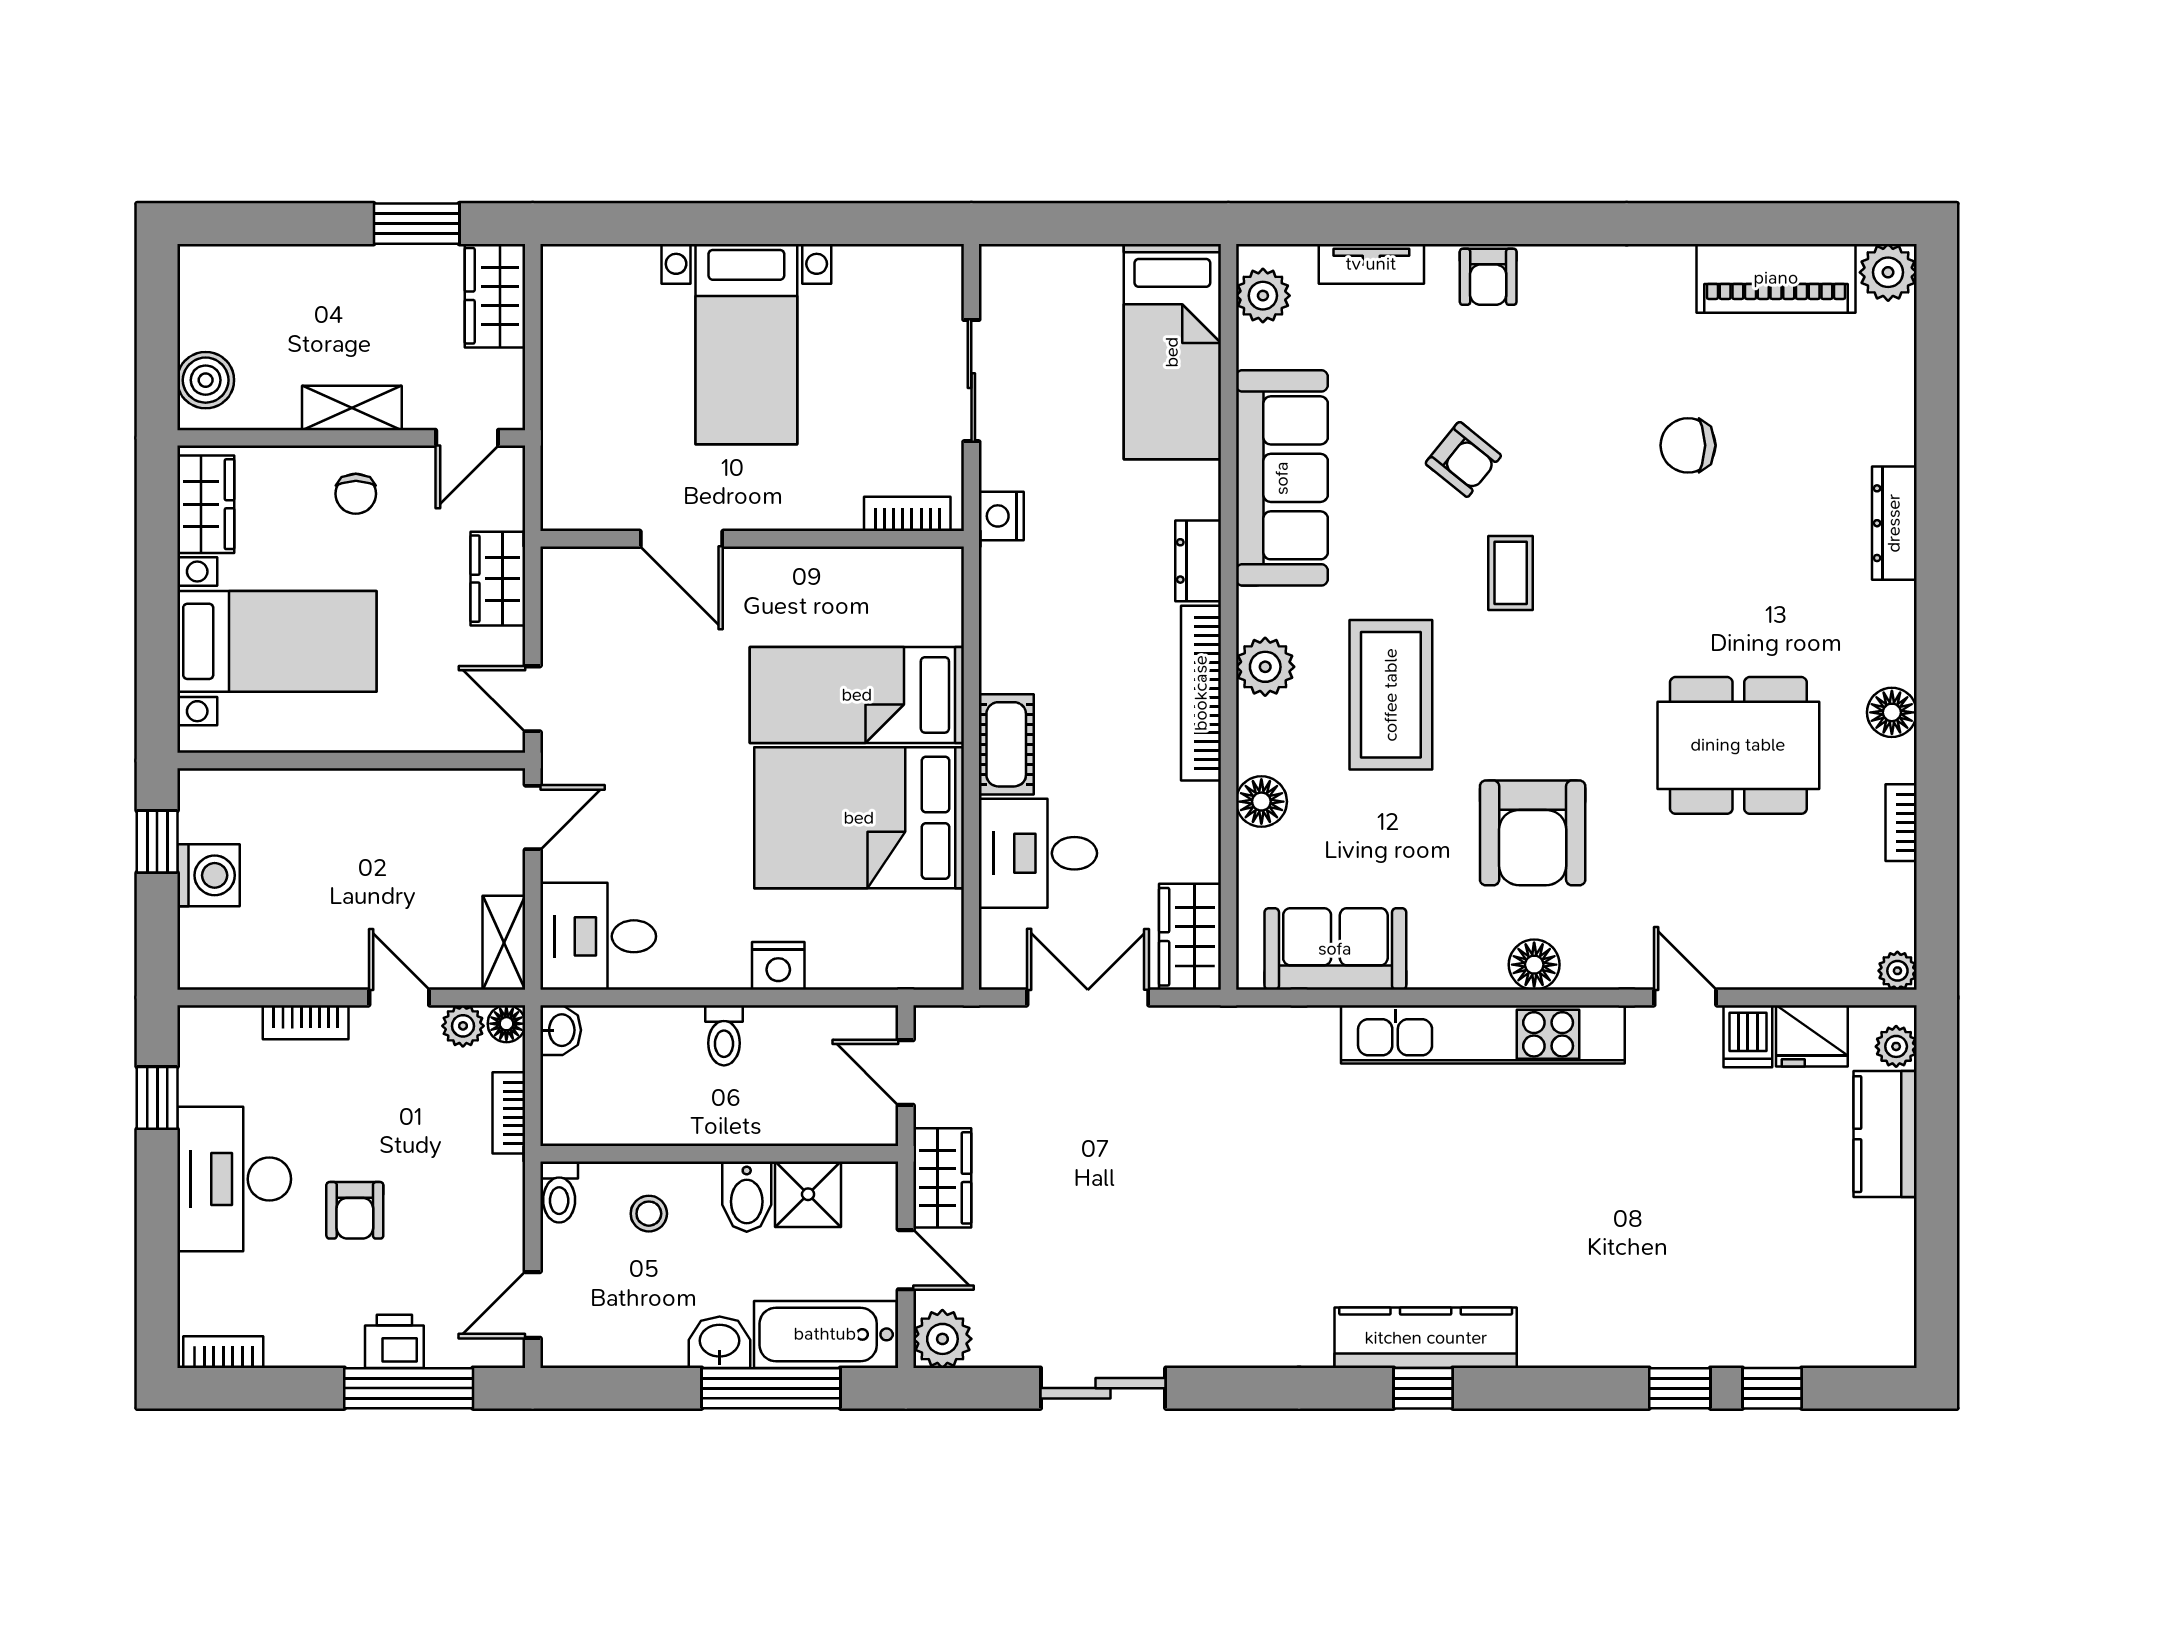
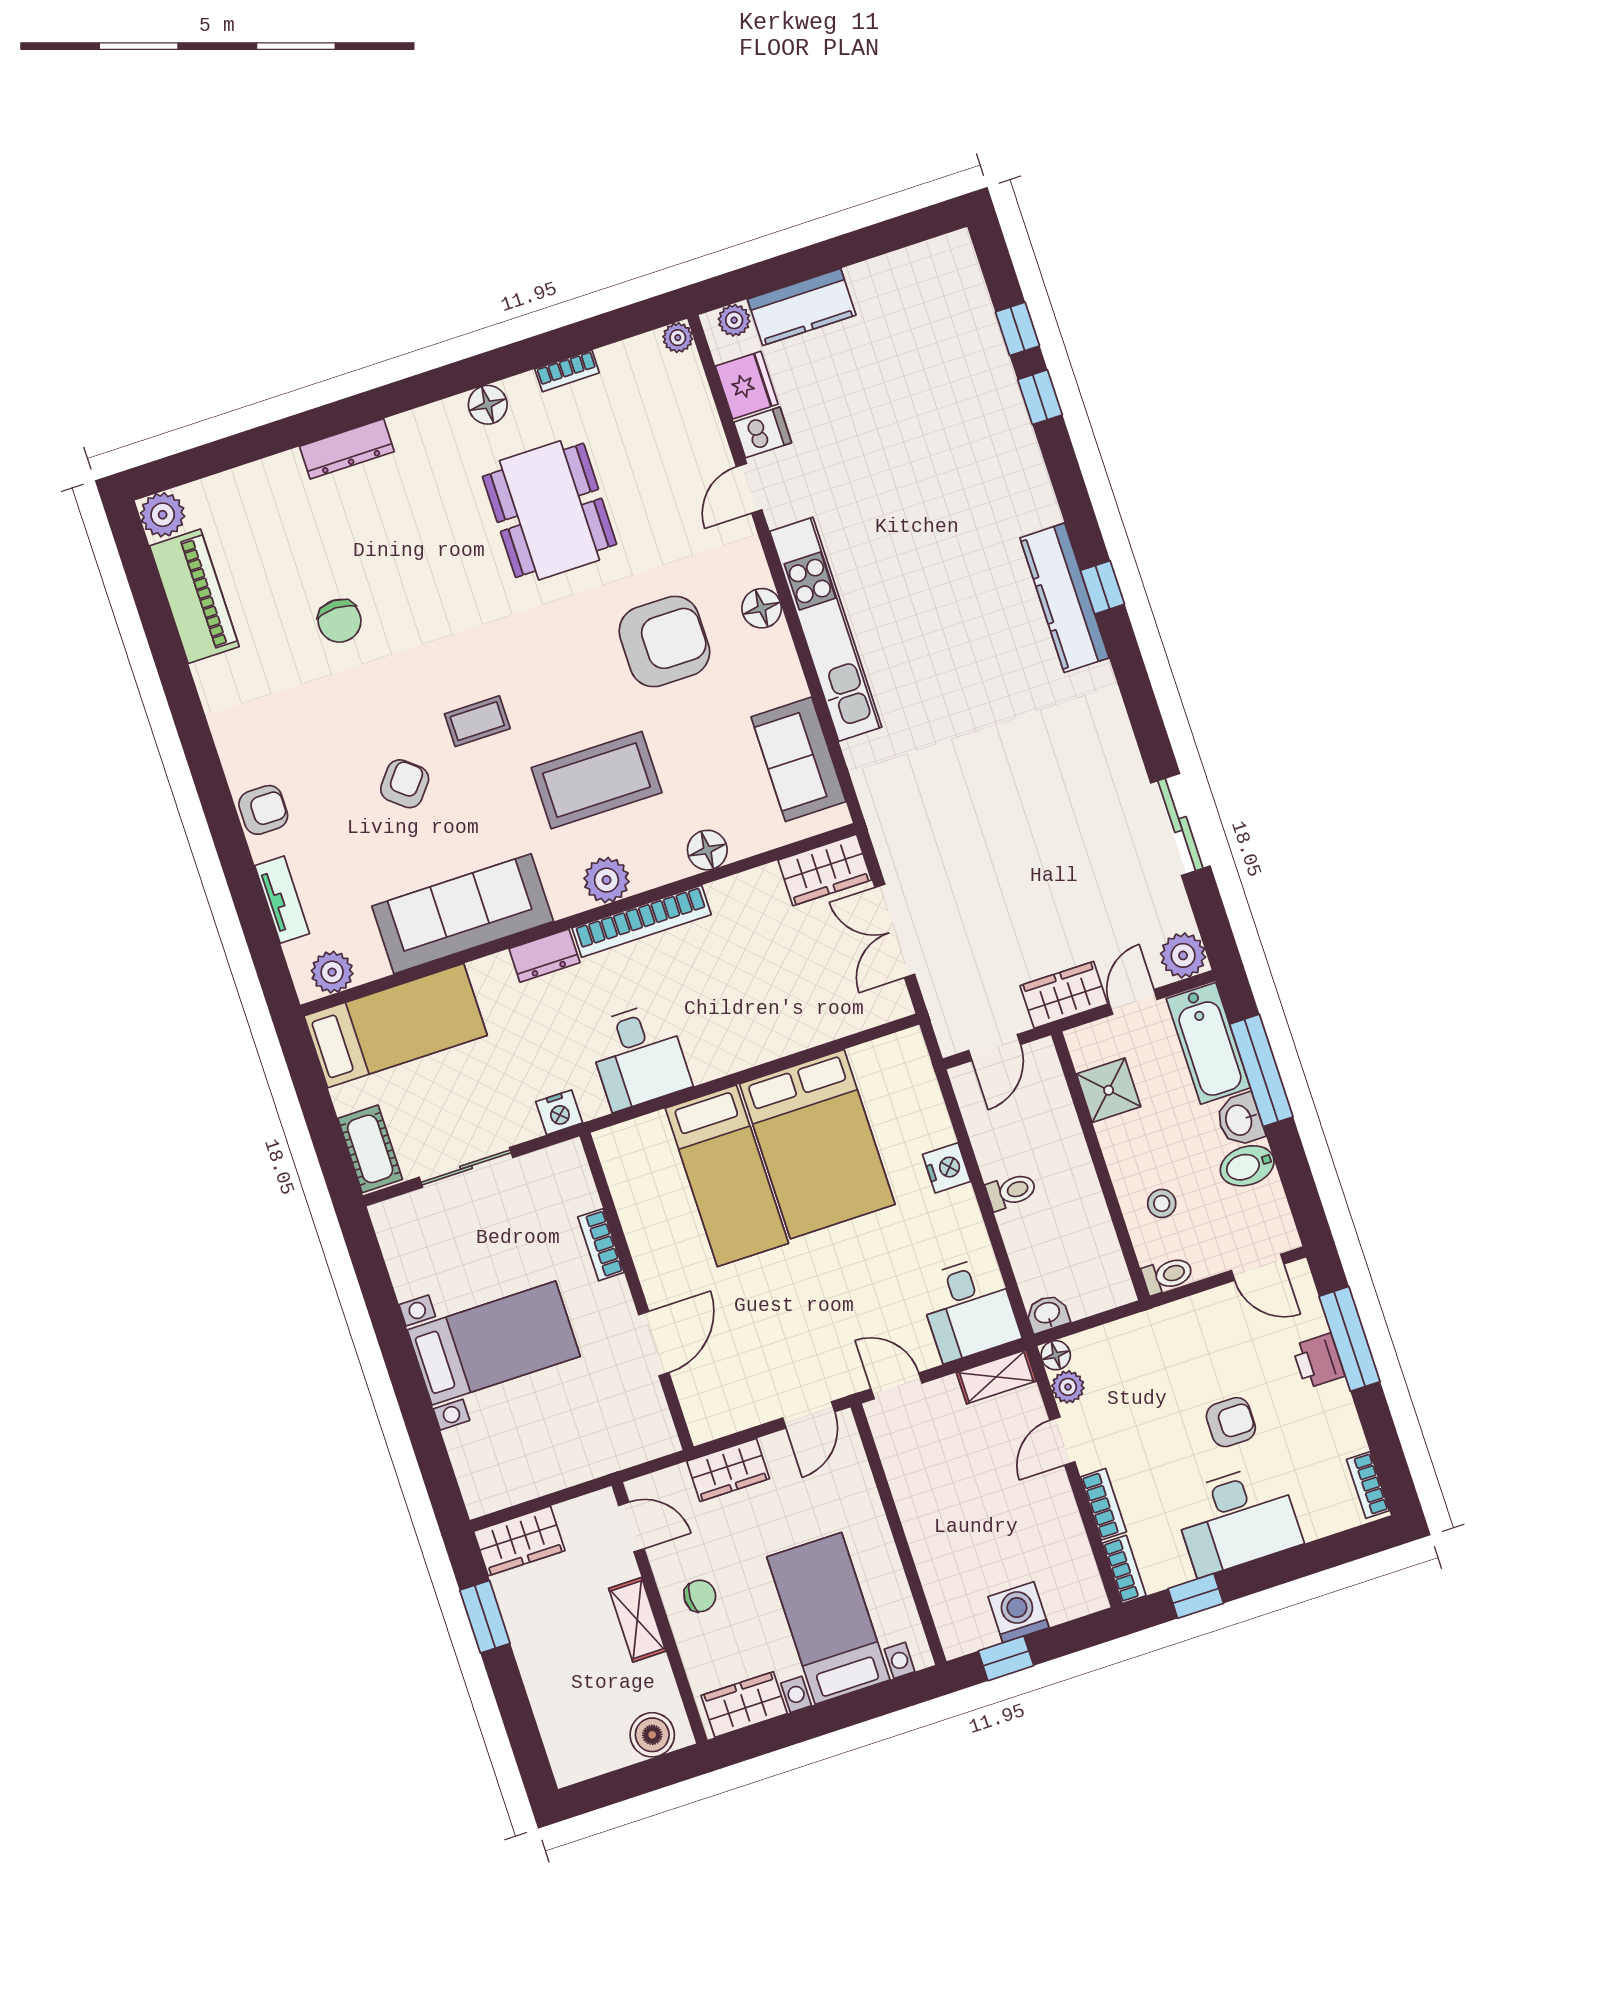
bookcase: (907, 514) -> (601, 1245), moved
cot: (1006, 744) -> (370, 1149), moved, turned 90
desk: (1038, 853) -> (639, 1056), moved
bookcase: (509, 1113) -> (1124, 1569), moved, turned -90
bidet: (747, 1197) -> (1247, 1166), moved, turned 180

